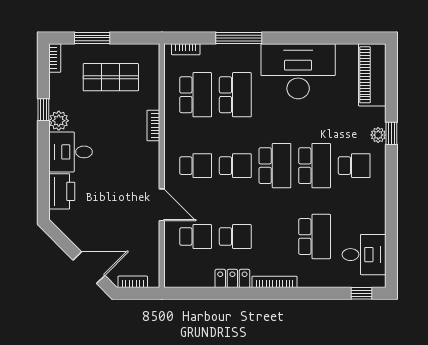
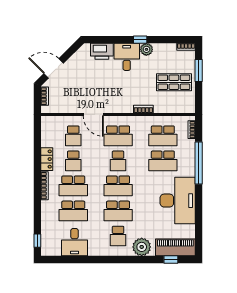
window: (239, 38) -> (199, 163), width x1.46
shop shelf: (111, 77) -> (174, 82), turned 90
window: (43, 110) -> (140, 40), moved
window: (391, 133) -> (171, 259), moved
plant: (378, 135) -> (142, 247), width x1.88, depth x1.88
school desk: (196, 166) -> (118, 136), width x1.85
door: (162, 205) -> (93, 114), hinge flipped
school desk: (275, 237) -> (73, 186), added
desk: (364, 255) -> (74, 242), moved
door: (89, 268) -> (54, 68), swing flipped

